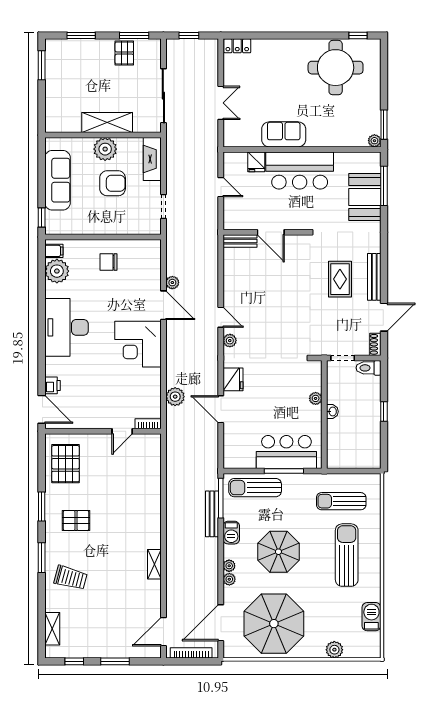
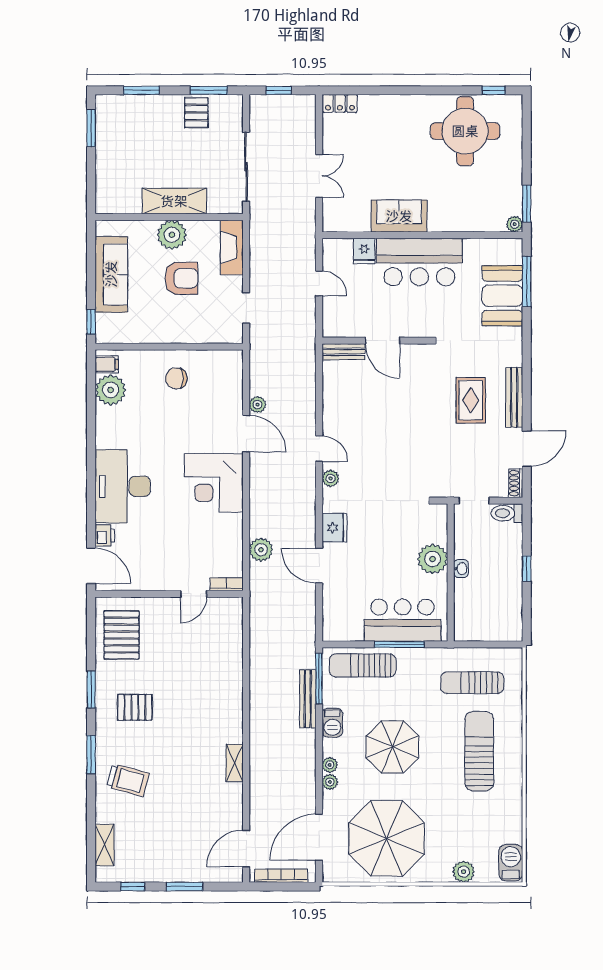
desk: (66, 327) -> (123, 486), moved
plant: (316, 398) -> (433, 559), width x1.88, depth x1.88
barbecue: (371, 617) -> (511, 863), moved

